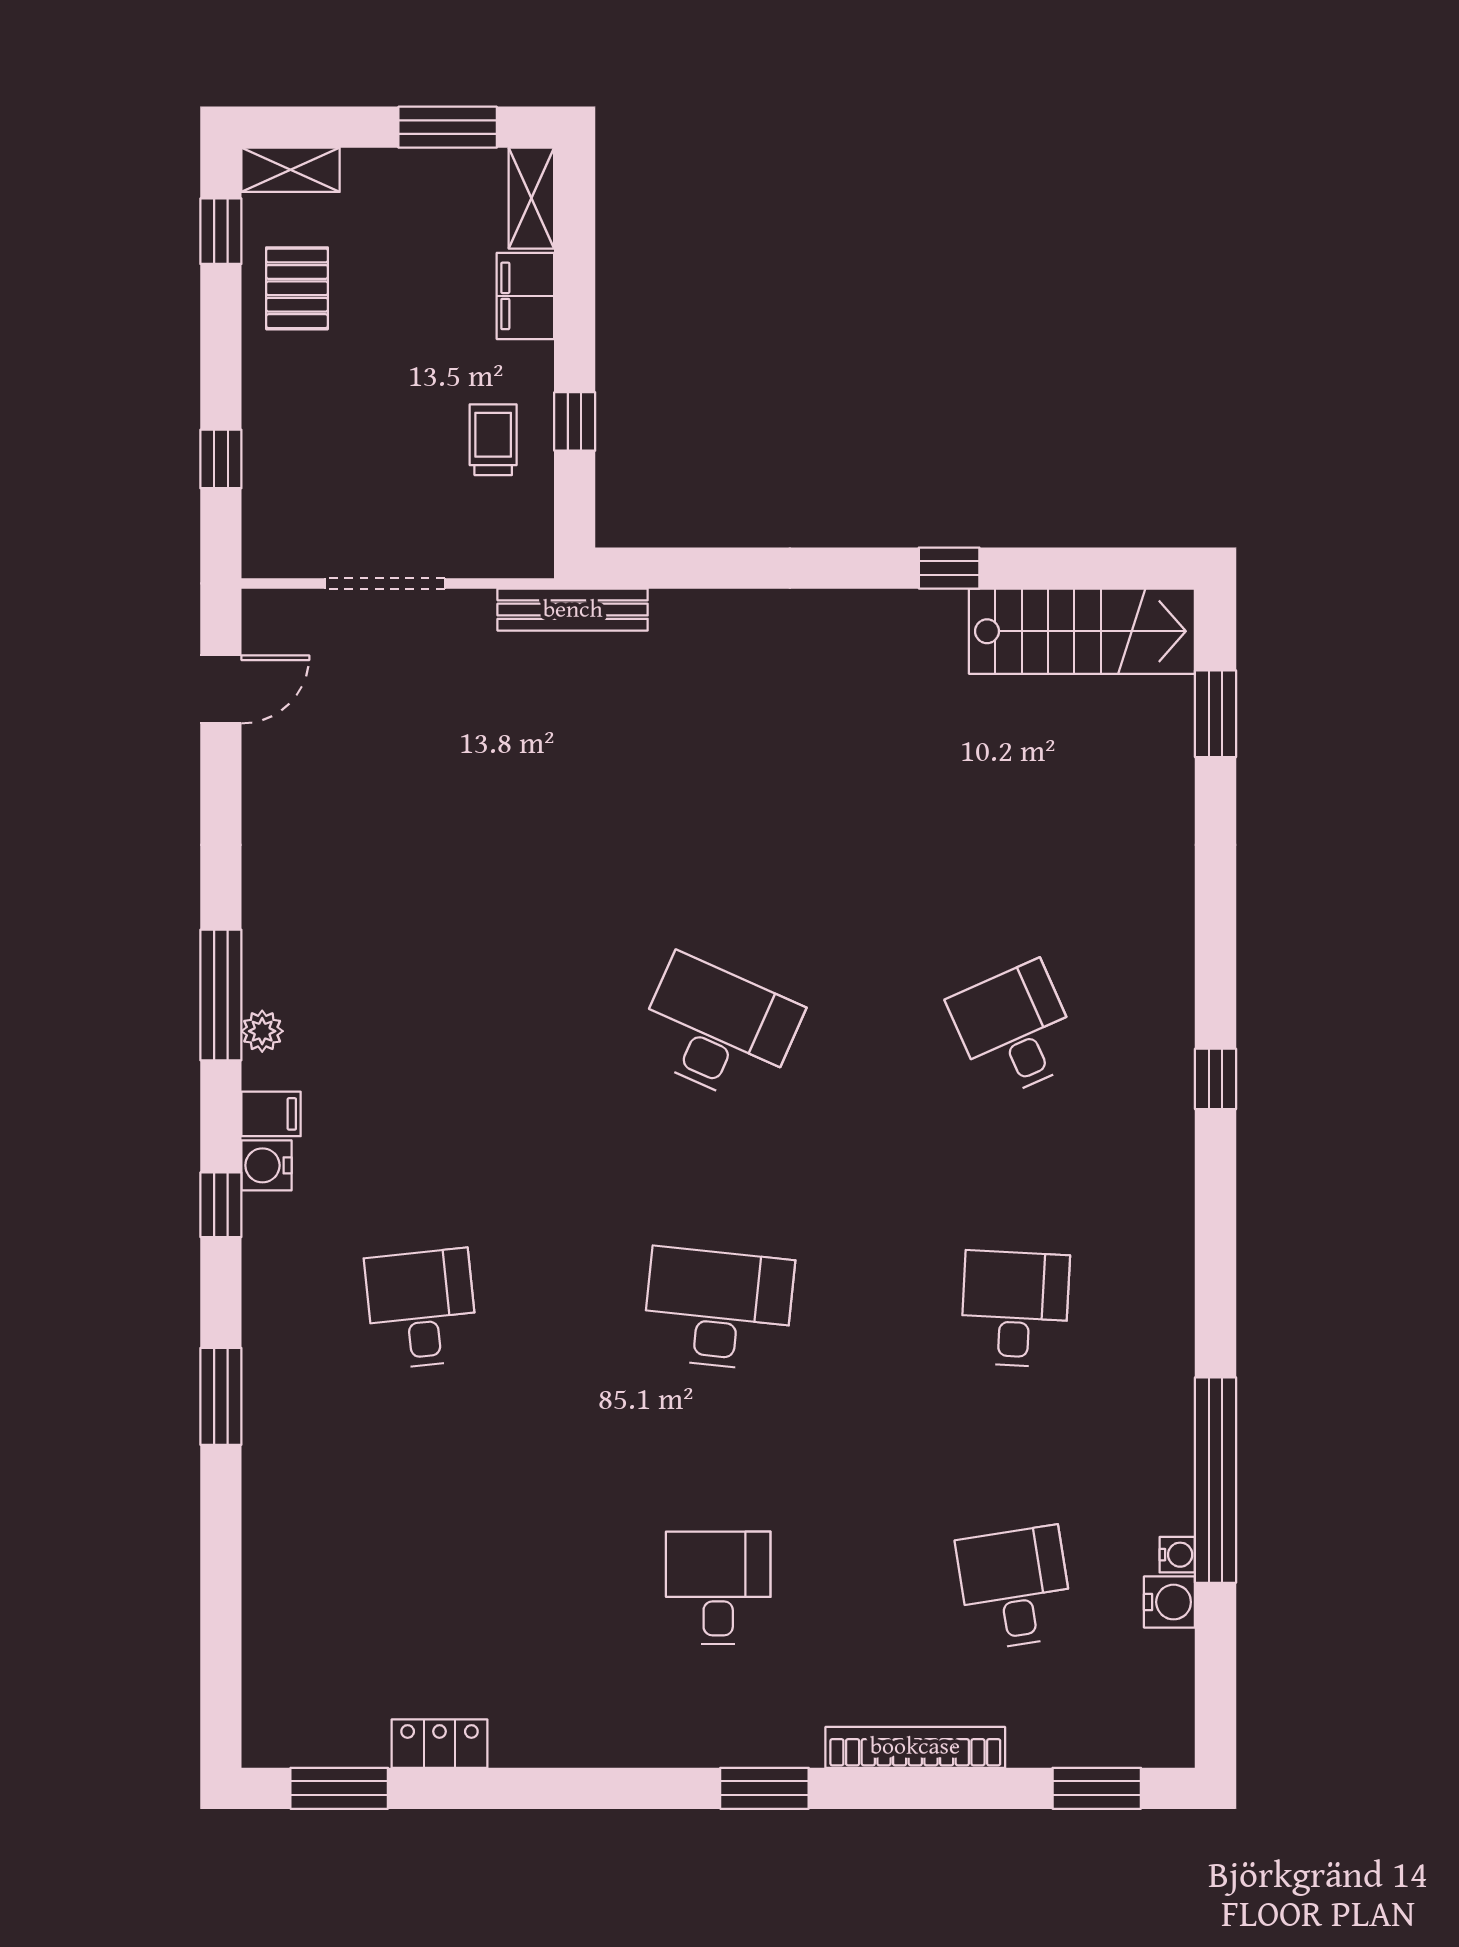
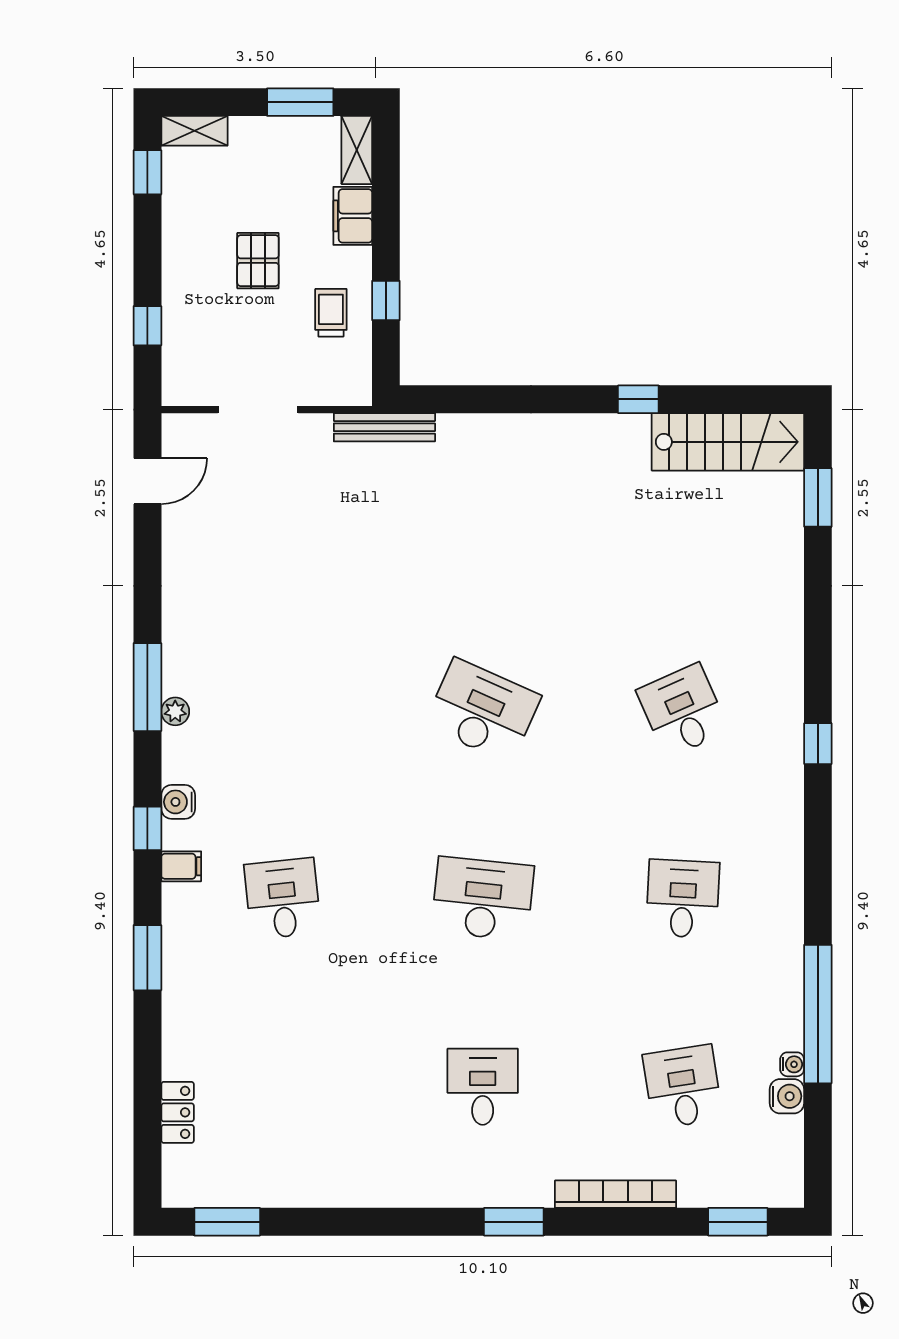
pallet: (297, 288) -> (258, 261), moved
filing cabinet: (271, 1114) -> (181, 866), moved
locker: (440, 1744) -> (178, 1112), moved, turned 90

